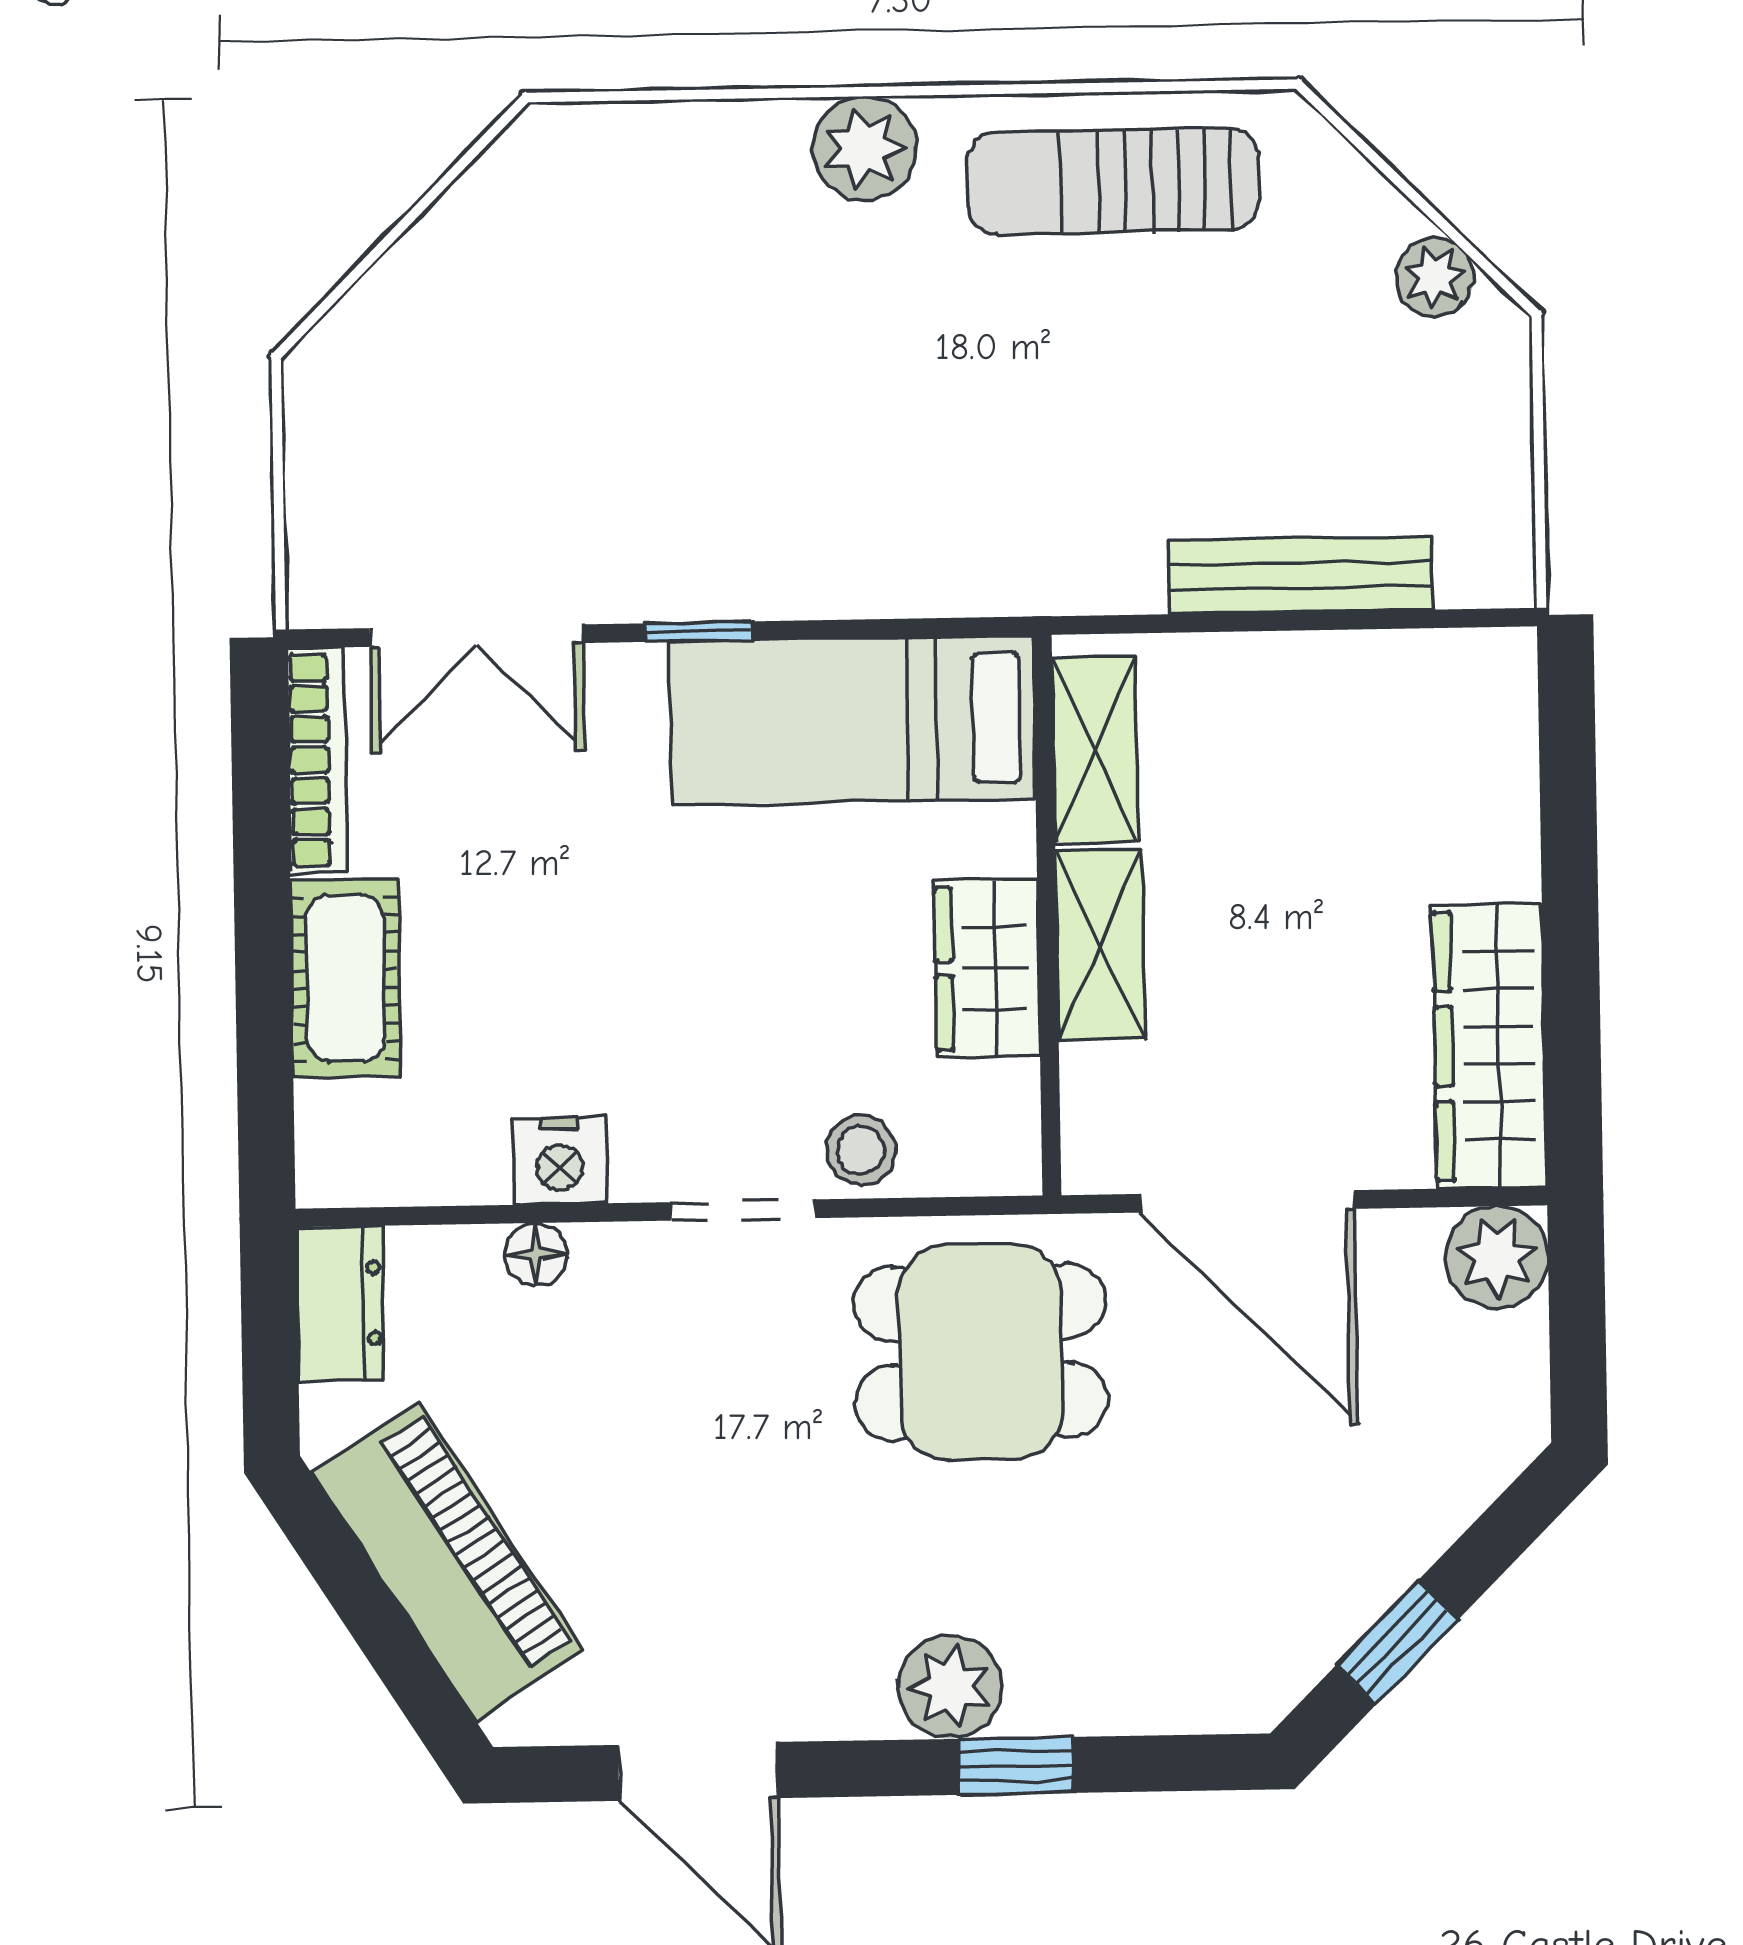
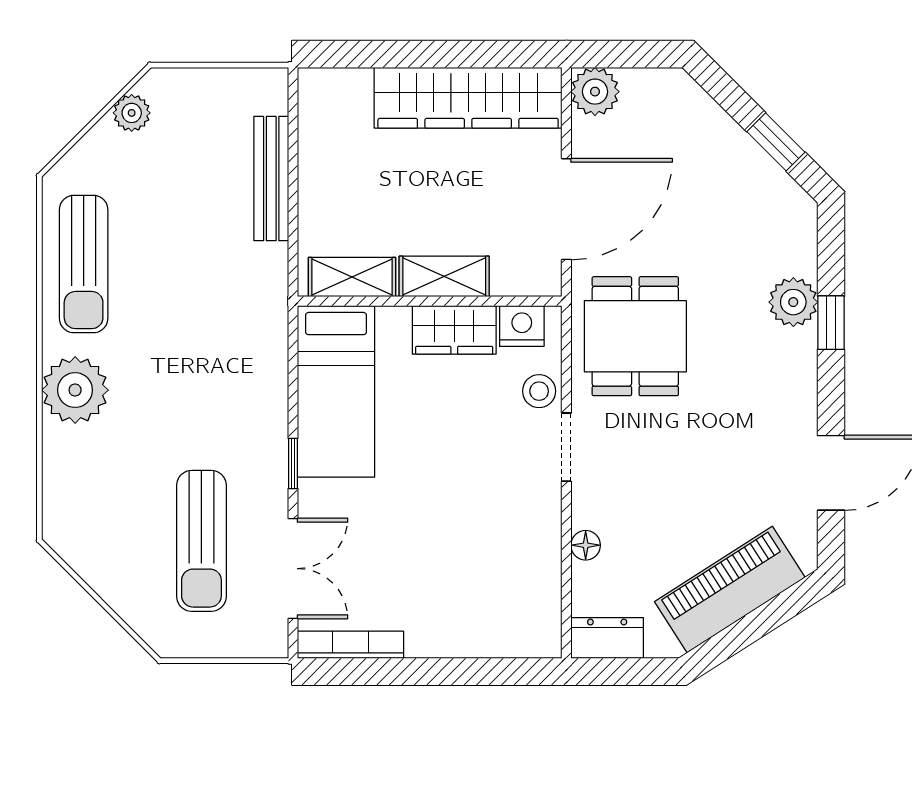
plant: (864, 148) -> (75, 390), width x1.36, depth x1.36
sun lounger: (531, 441) -> (201, 541), added
cot: (345, 979) -> (454, 633), removed
wardrobe: (1490, 1046) -> (468, 98), width x1.40, depth x1.17
nightstand: (560, 1161) -> (522, 326), moved, turned -90
plant: (950, 1687) -> (793, 302), moved

